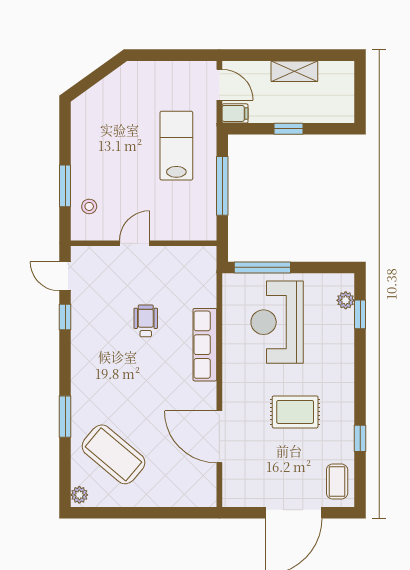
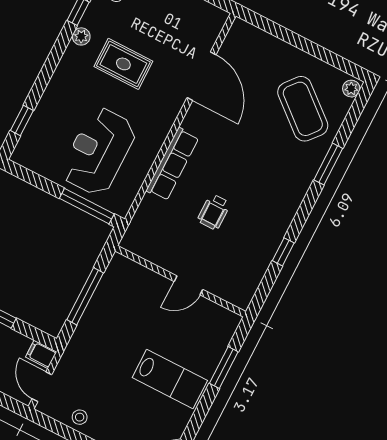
lab bench: (176, 146) -> (170, 379), moved, turned -90
stool: (89, 206) -> (80, 417), moved
door: (65, 276) -> (265, 288), removed
plant: (346, 300) -> (81, 36), moved
reception desk: (277, 322) -> (99, 151), turned 180

